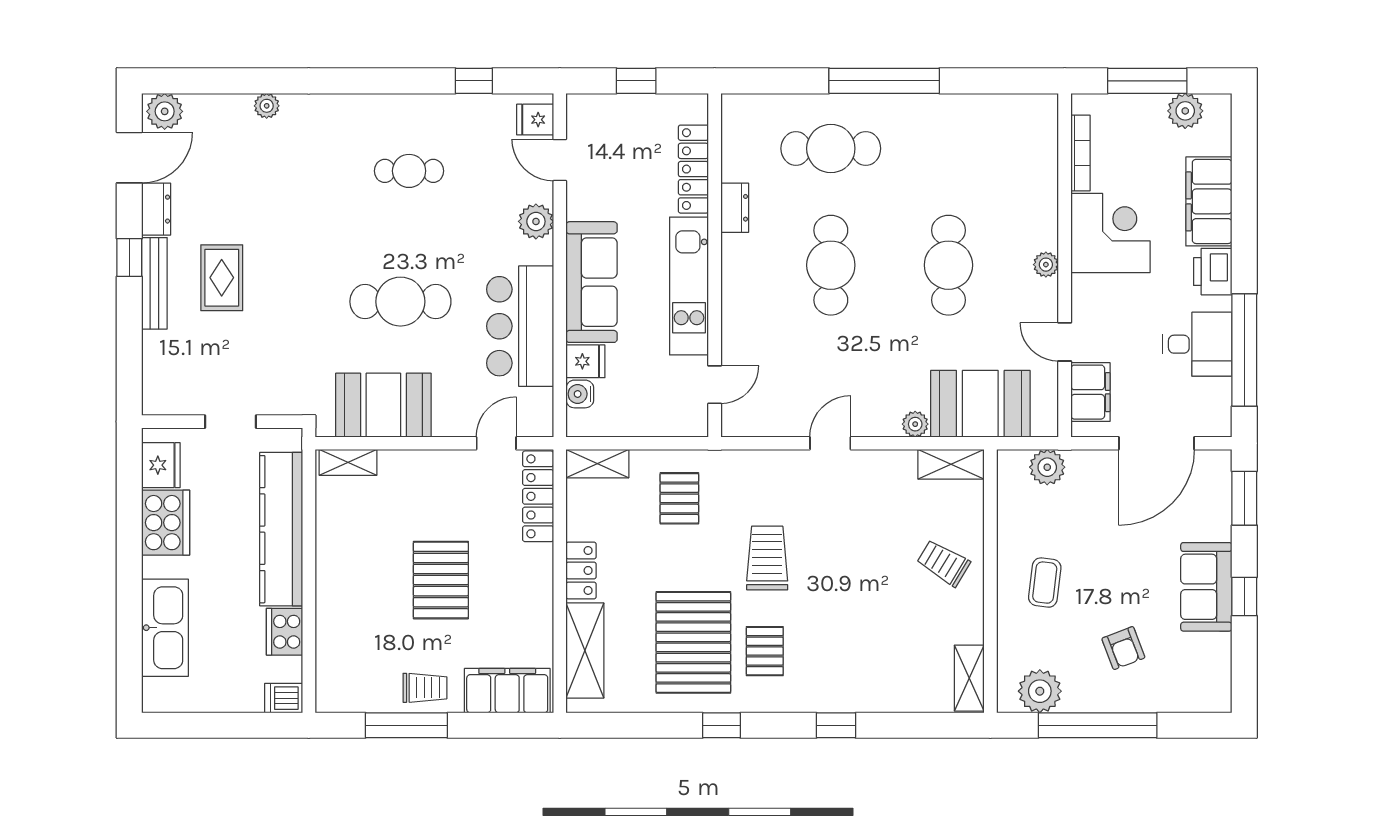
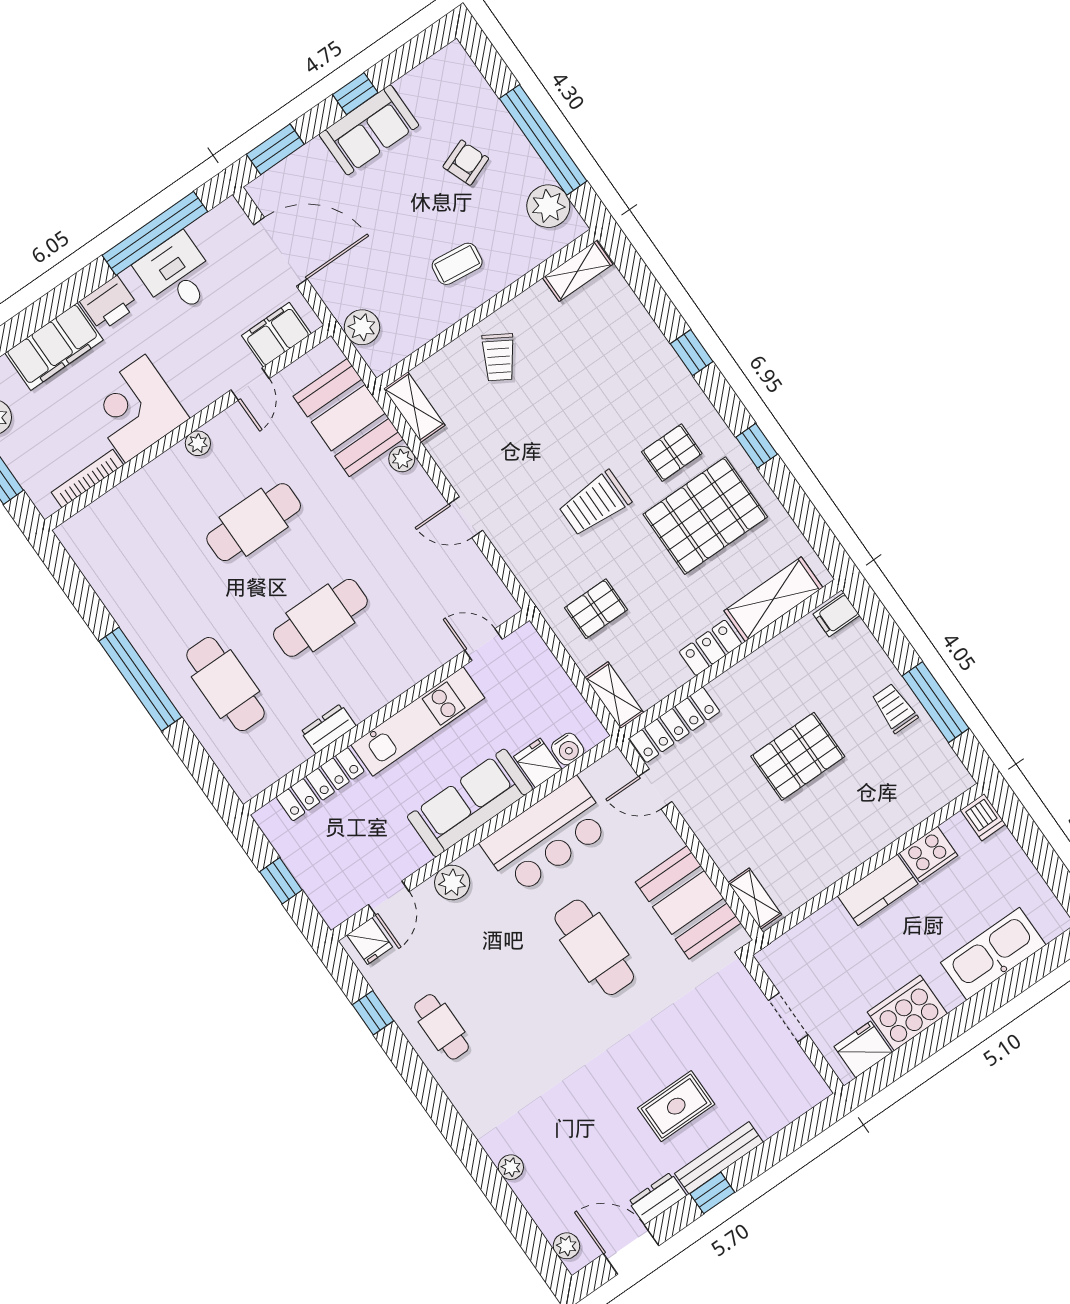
plant: (165, 111) -> (566, 1246), width x0.73, depth x0.73
cafe table: (409, 171) -> (442, 1027), moved
kitchen counter: (281, 529) -> (878, 890), width x0.48, depth x0.86
filing cabinet: (507, 691) -> (836, 615), width x0.33, depth x0.86

